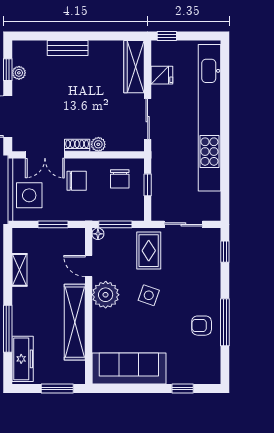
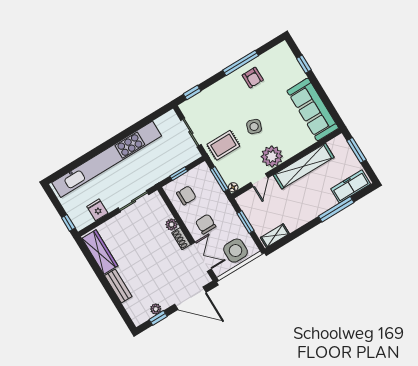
wardrobe: (134, 67) -> (100, 252), moved, turned -90
shelving: (20, 270) -> (275, 236), moved

